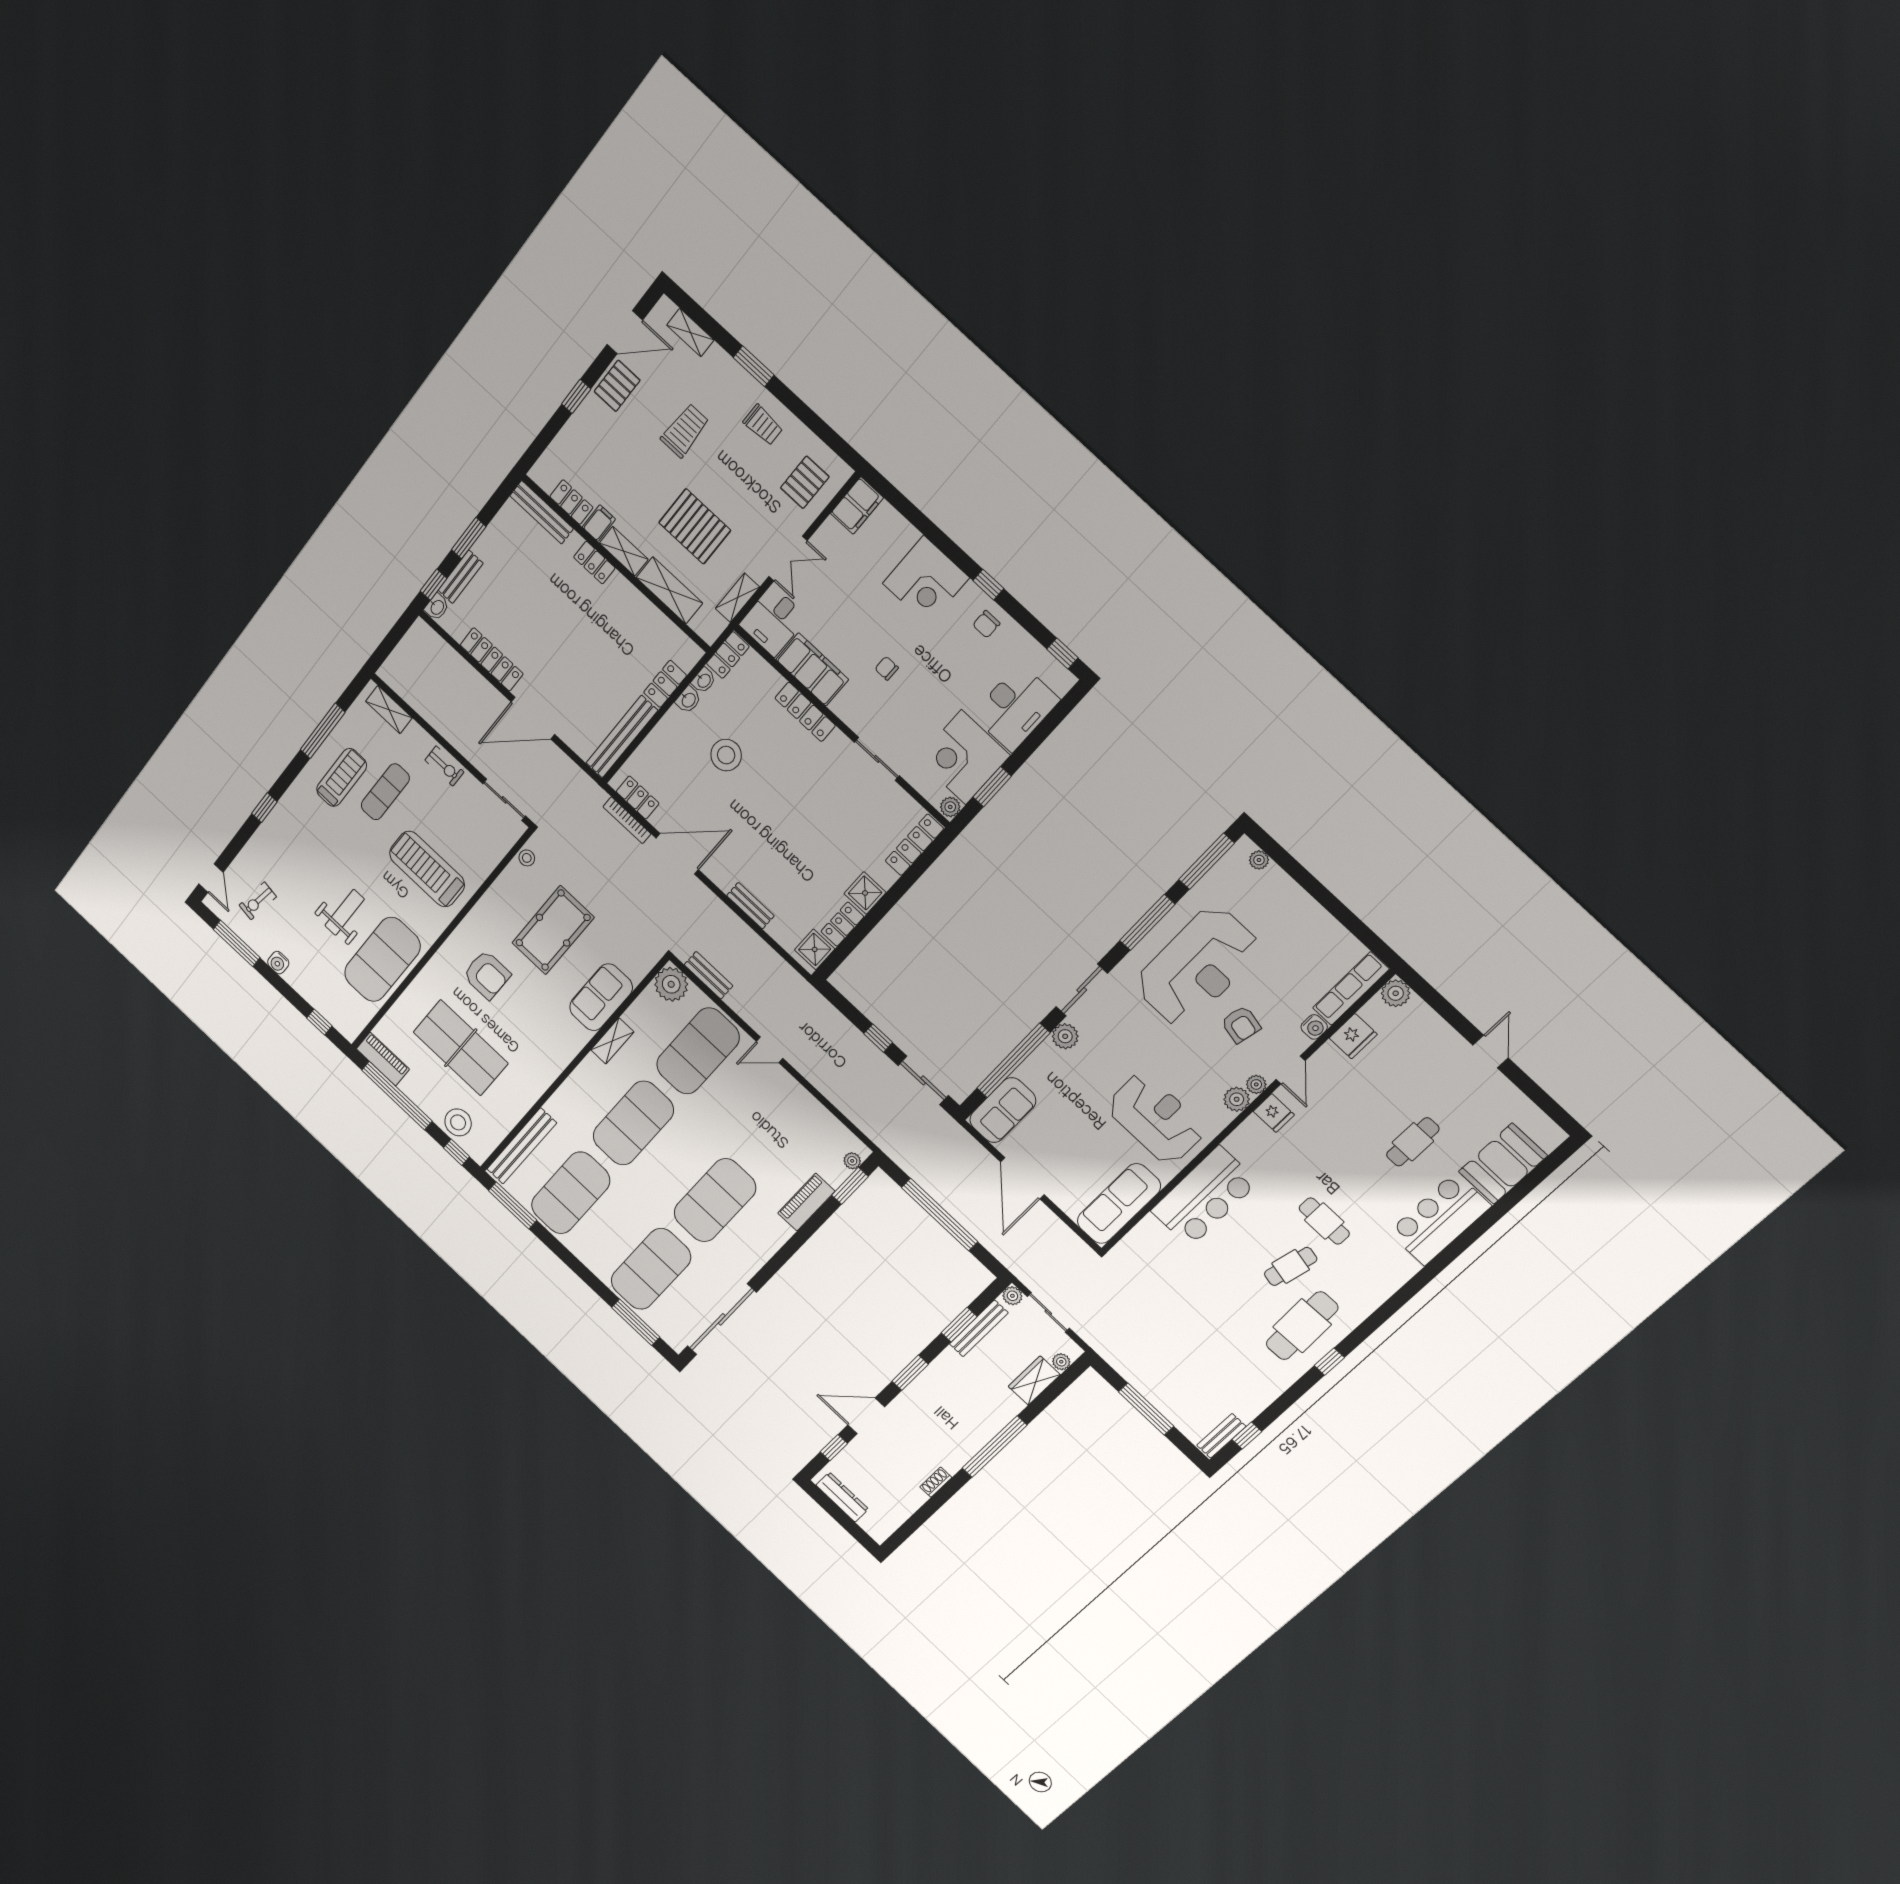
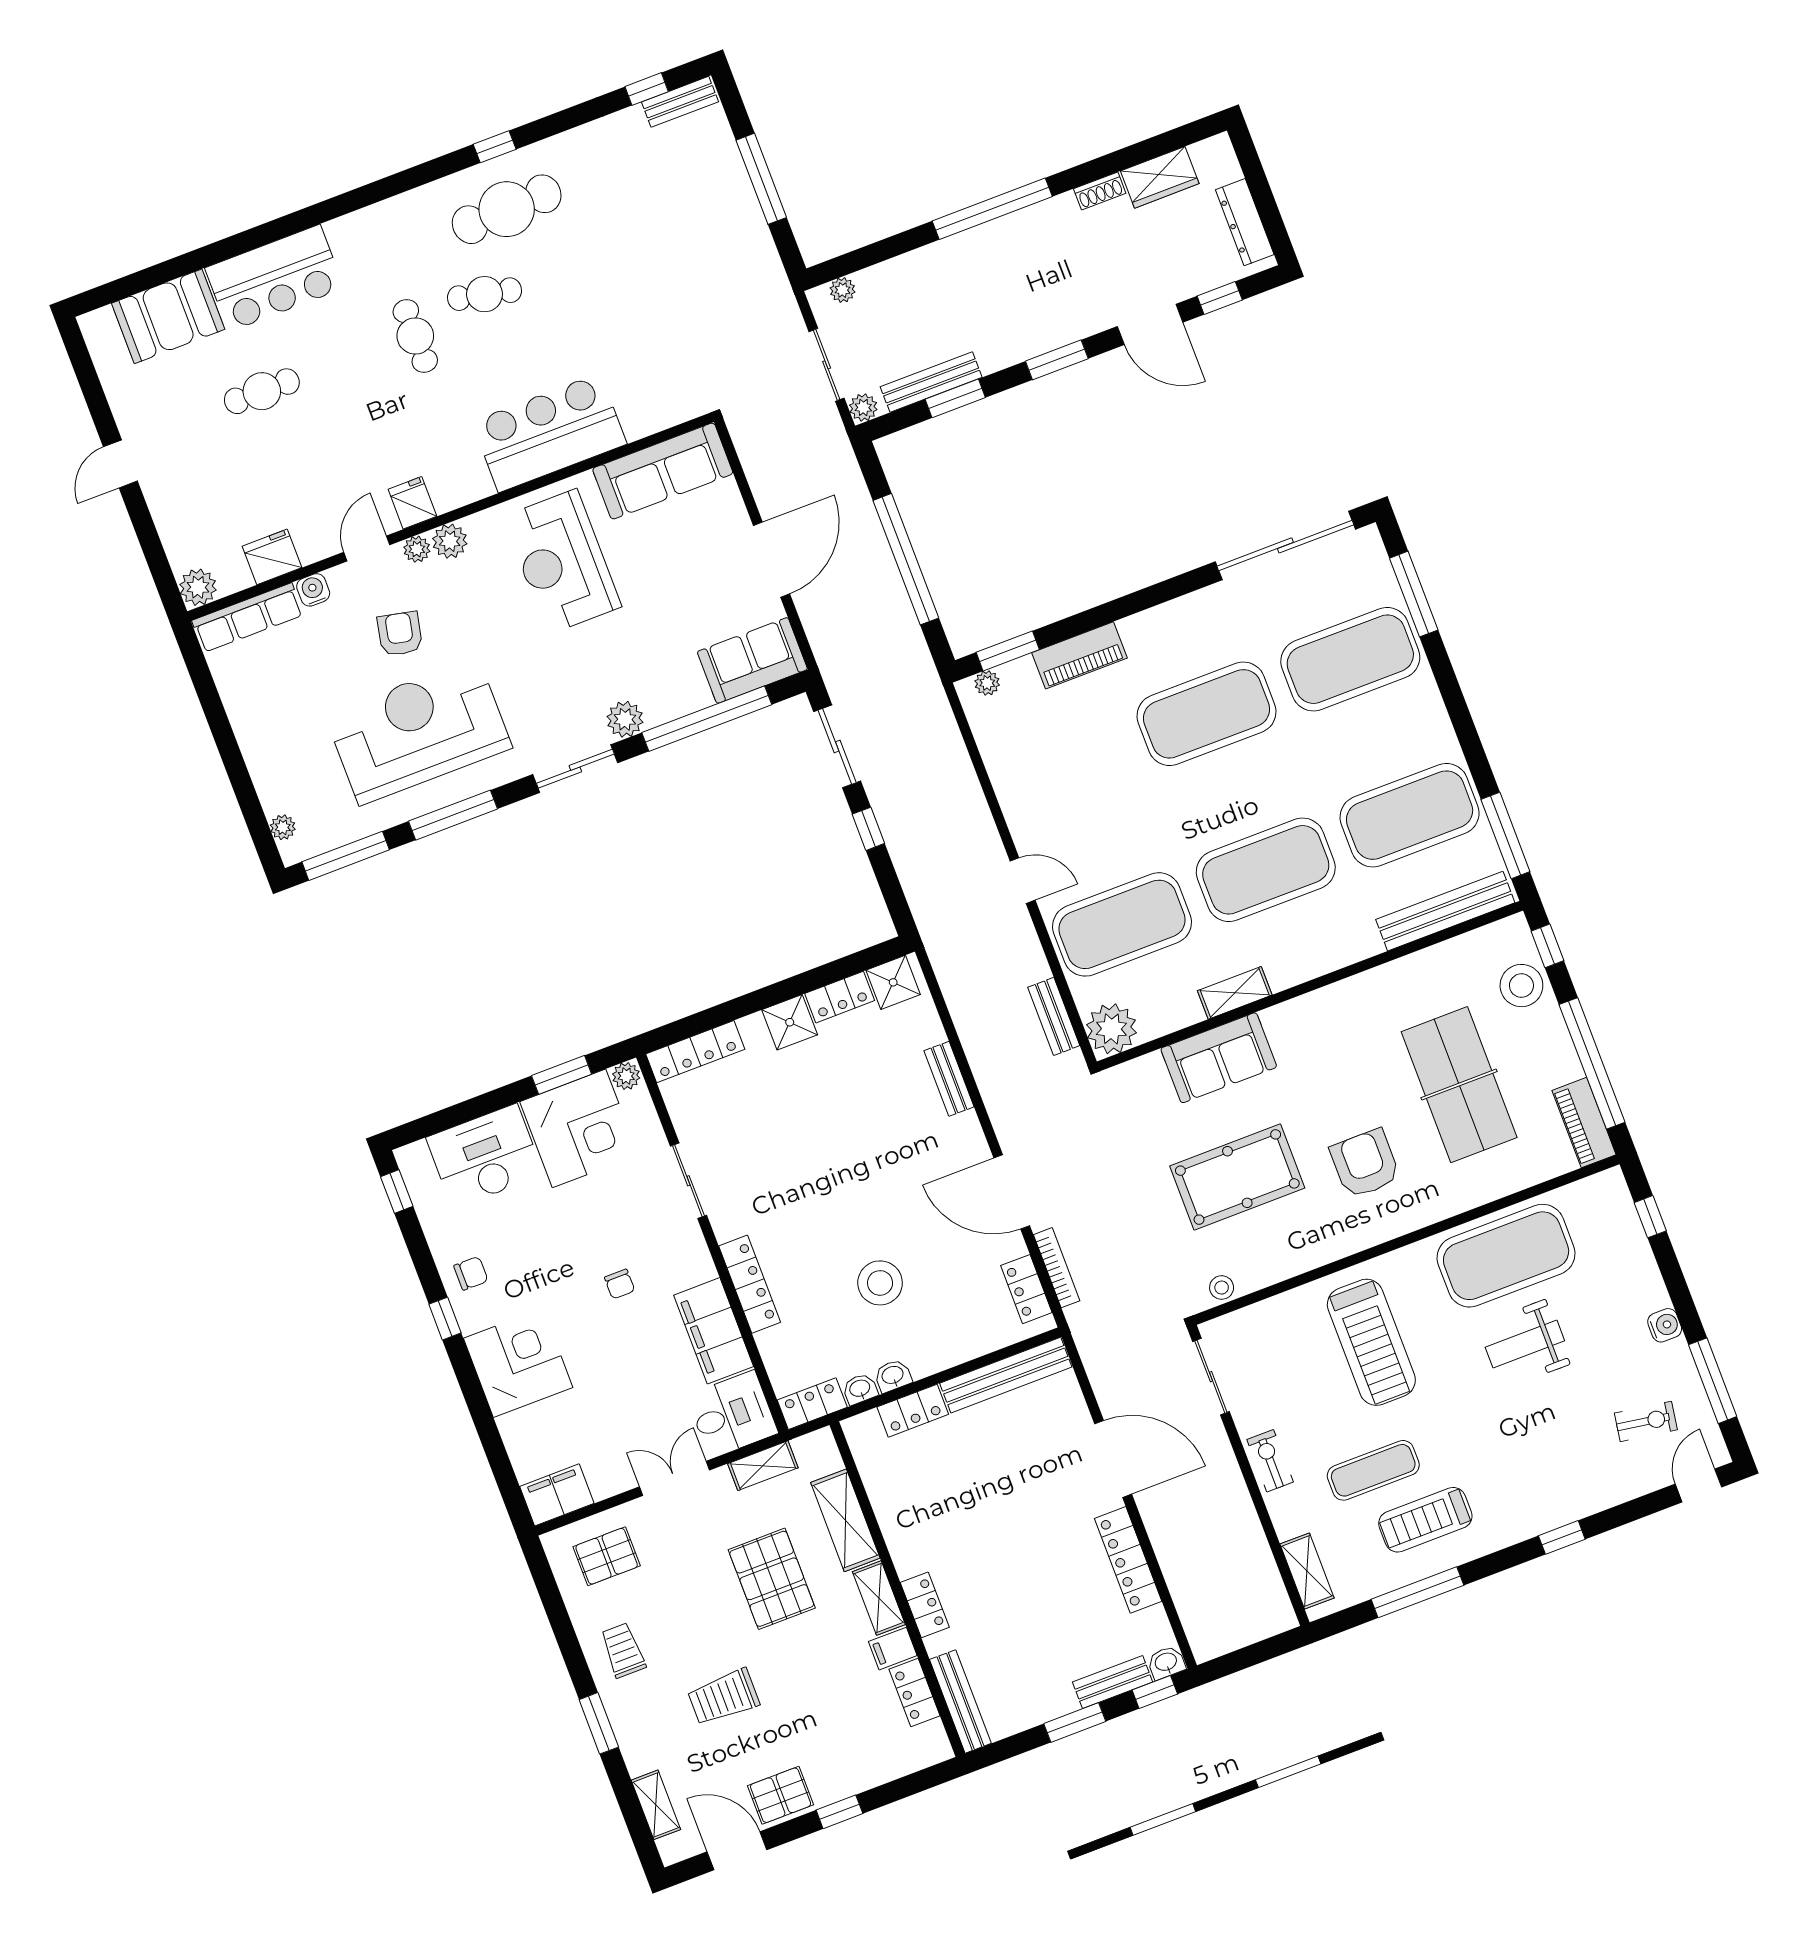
wardrobe: (1034, 1381) -> (1160, 177), moved

